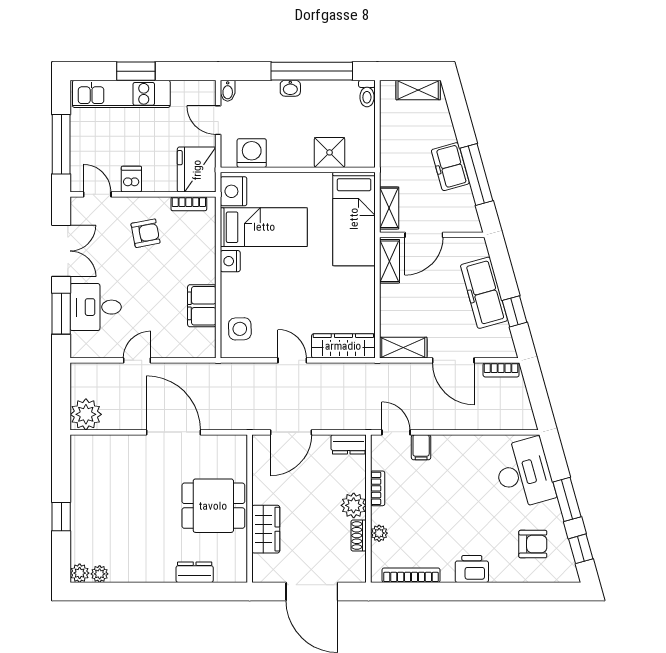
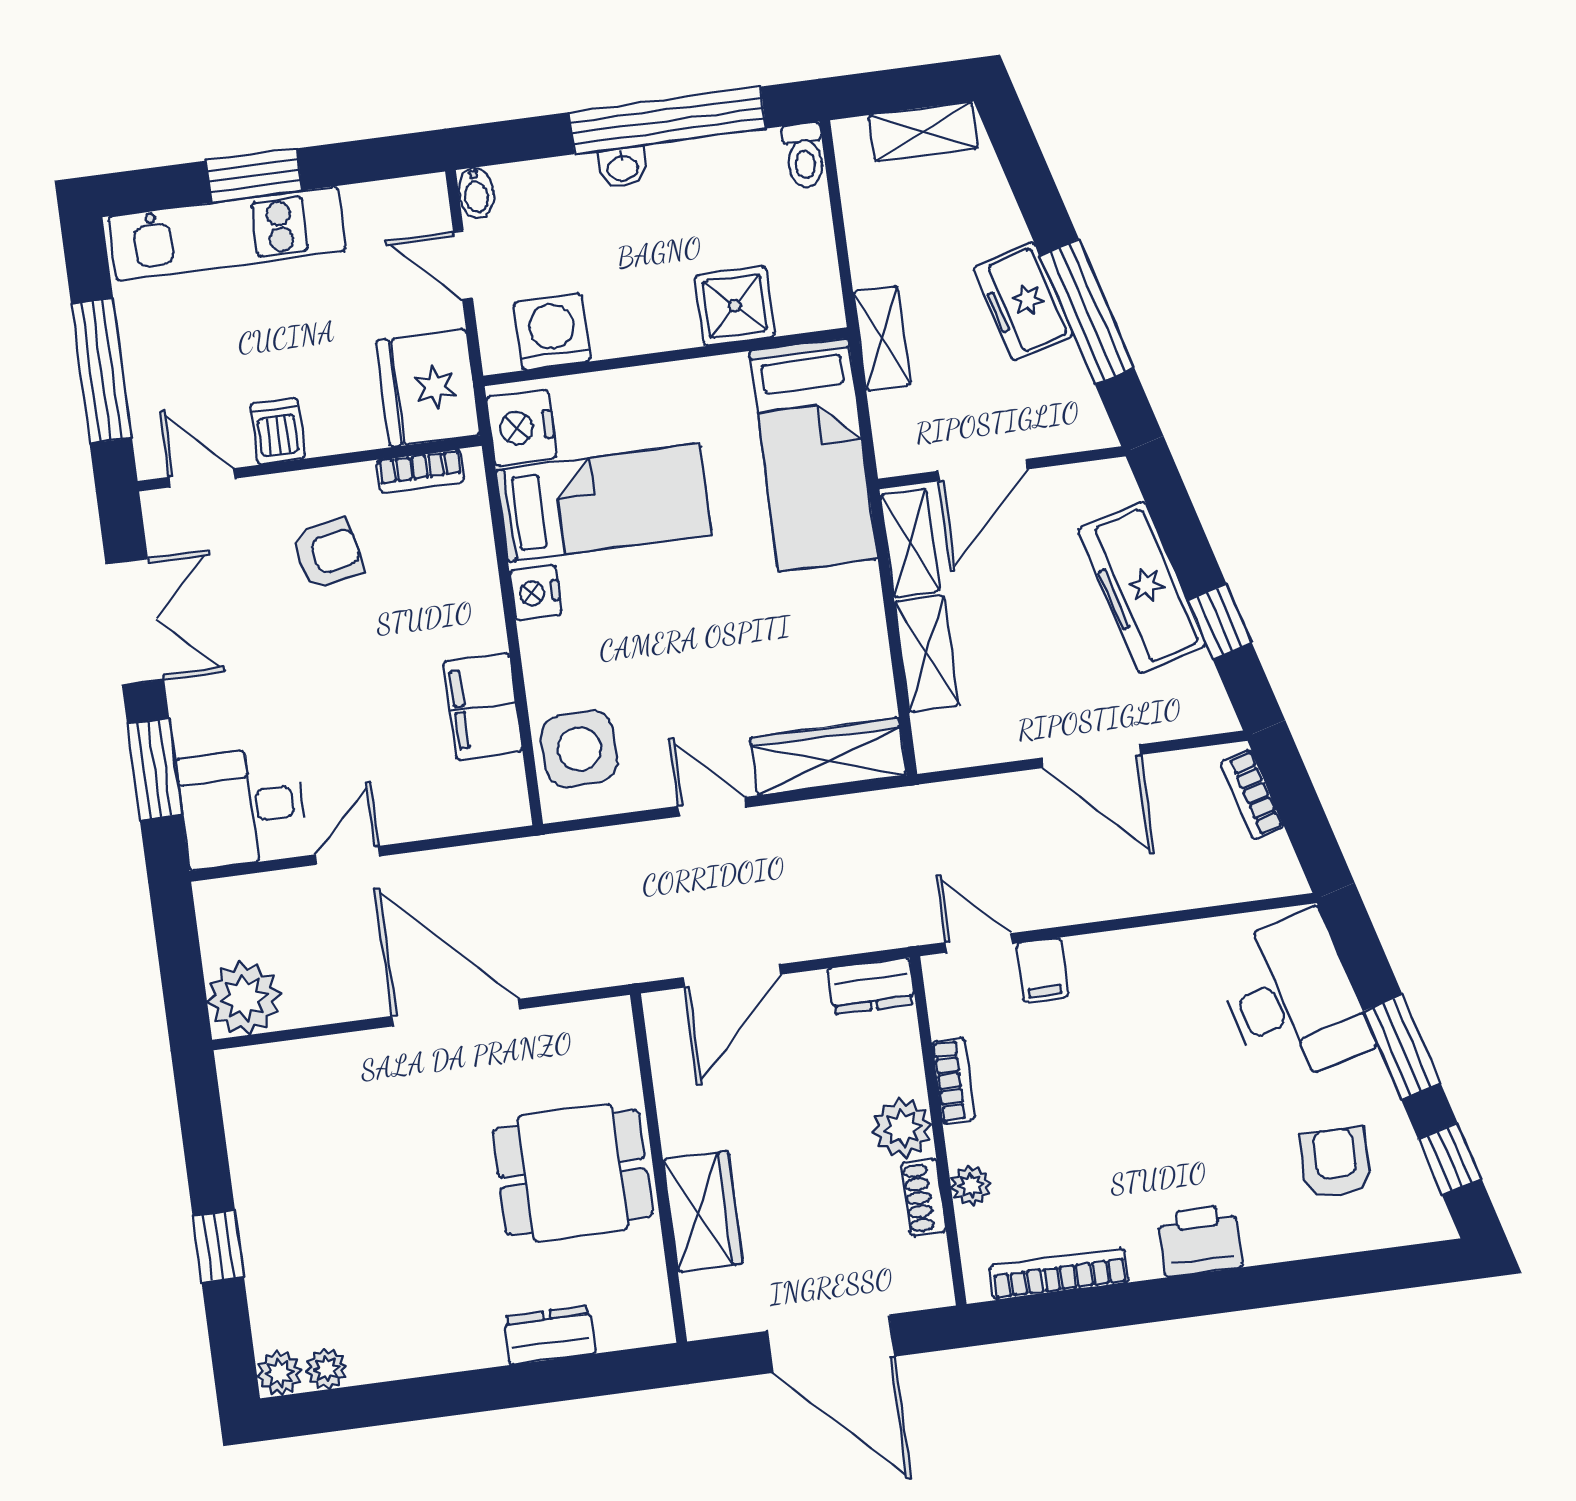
shelving: (389, 208) -> (882, 338), moved
desk: (96, 307) -> (242, 807), moved
side table: (240, 329) -> (579, 749), width x1.37, depth x1.37
shelving: (403, 348) -> (927, 654), moved, turned 90
bookcase: (501, 370) -> (1252, 795), moved, turned 74
armchair: (533, 544) -> (1336, 1163), turned -90

